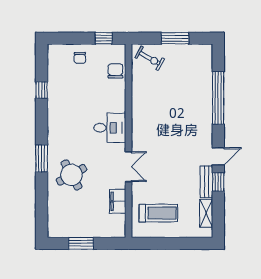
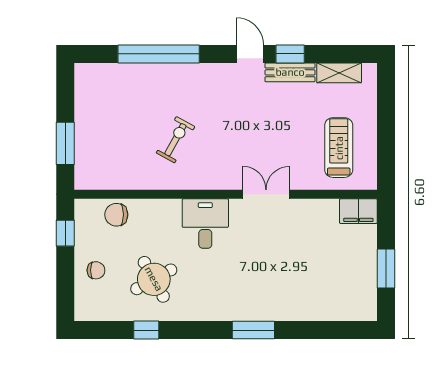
window: (175, 38) -> (65, 143), moved
exercise bike: (150, 58) -> (175, 140), moved
round table: (71, 175) -> (154, 279), moved
filing cabinet: (118, 201) -> (358, 211), moved

